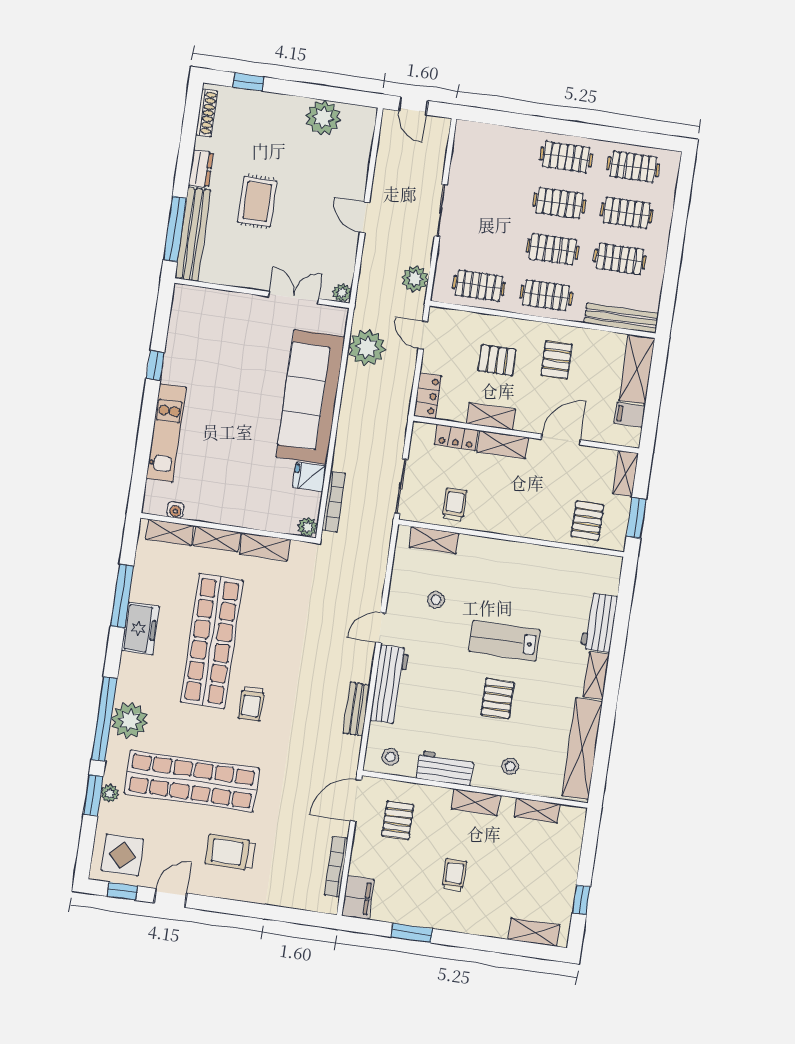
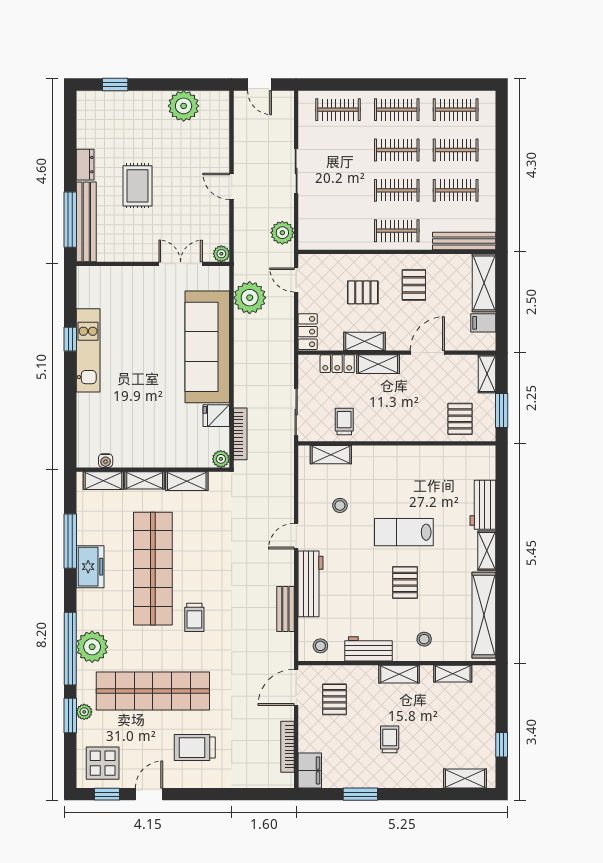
shoe rack: (207, 113) -> (83, 116), removed
clothes rail: (479, 286) -> (338, 110), moved
kitchen unit: (166, 433) -> (88, 350), moved

